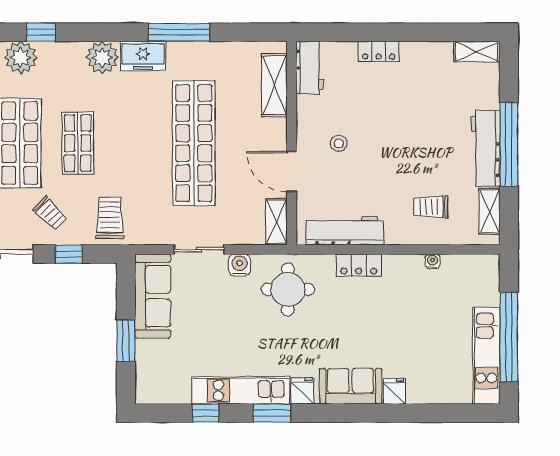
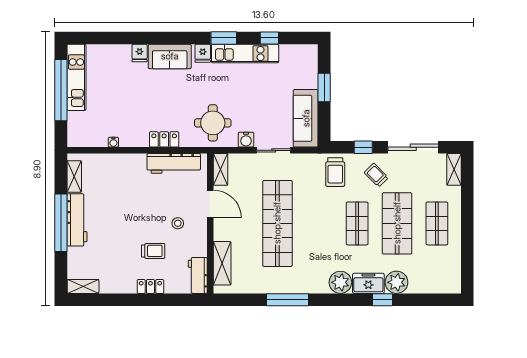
freezer: (143, 56) -> (368, 283), moved
trolley: (431, 207) -> (153, 251), moved

